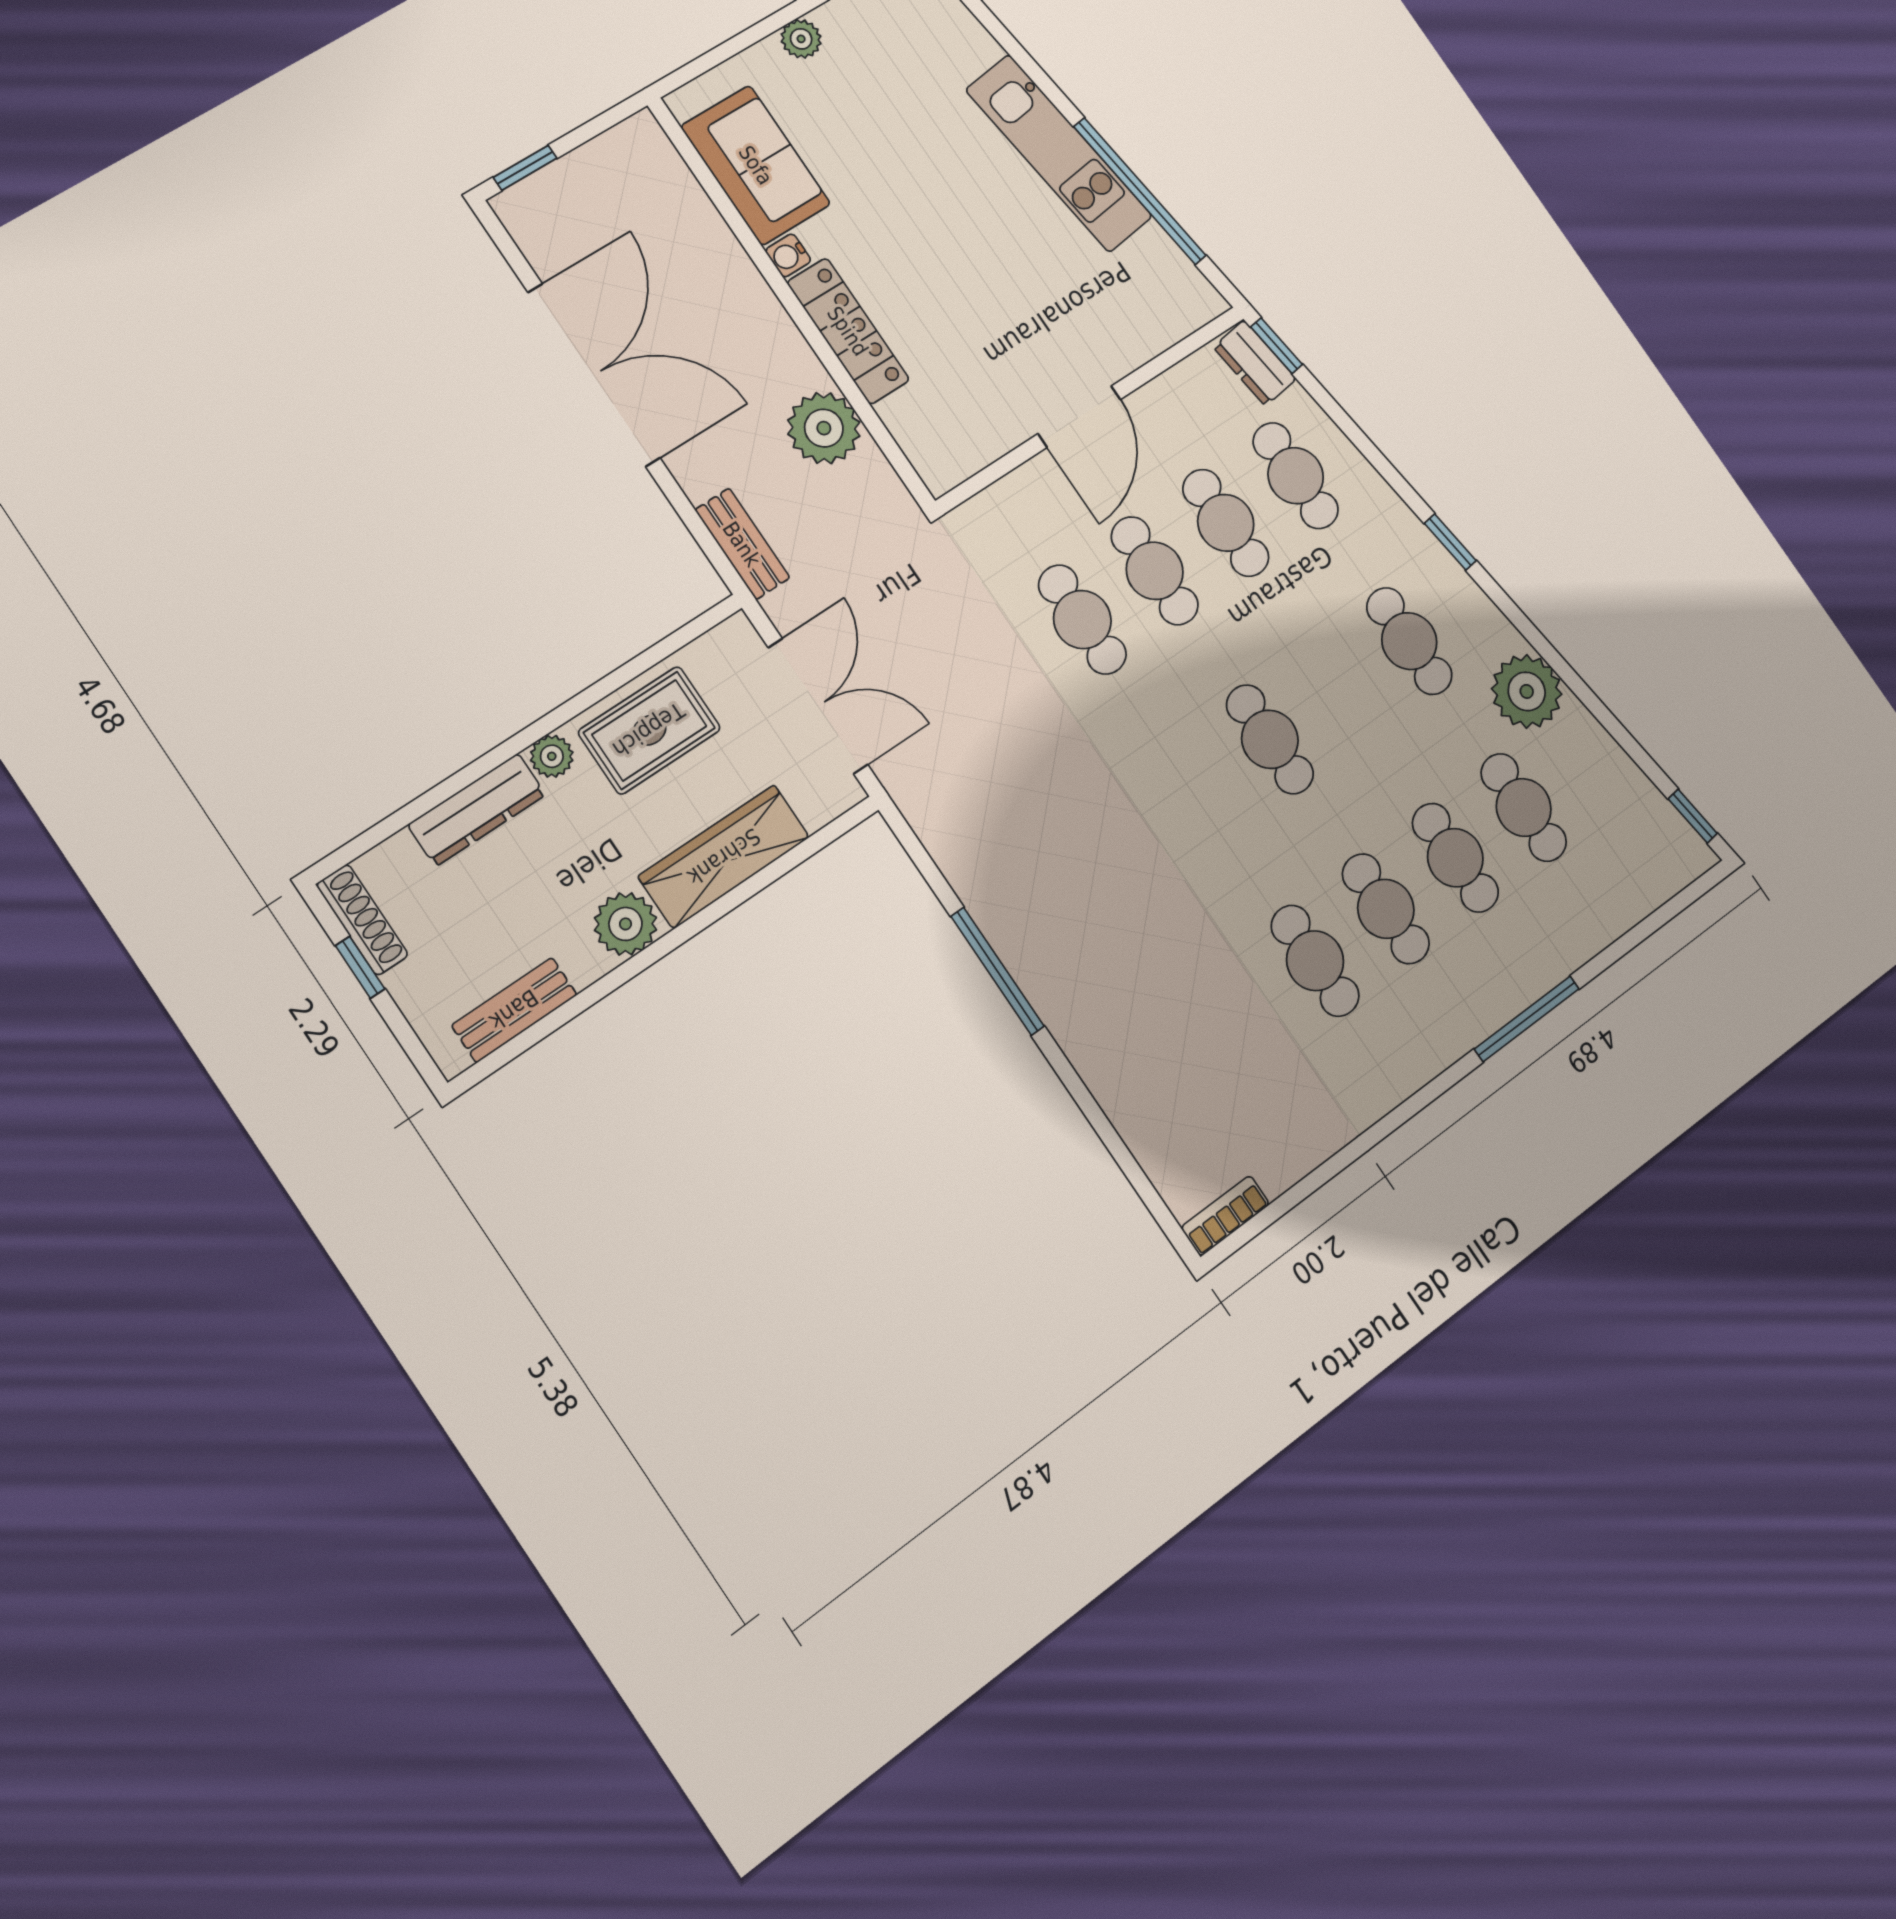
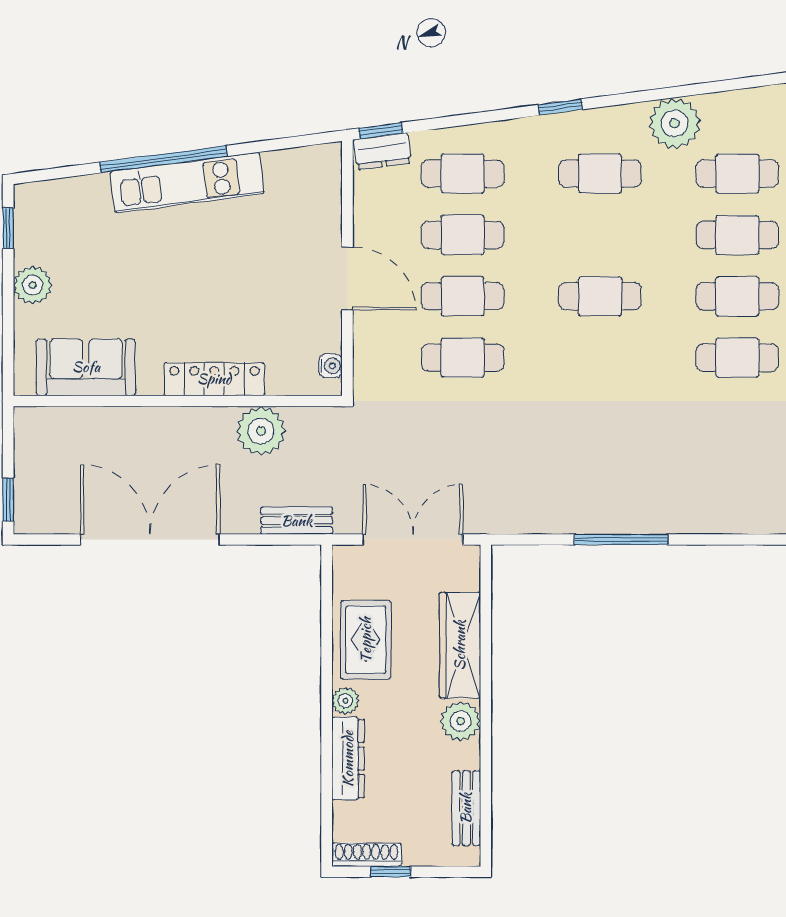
plant: (801, 39) -> (33, 285), width x1.38, depth x1.38
window: (1140, 191) -> (163, 159), moved
water cooler: (788, 255) -> (330, 366), moved, turned -90

